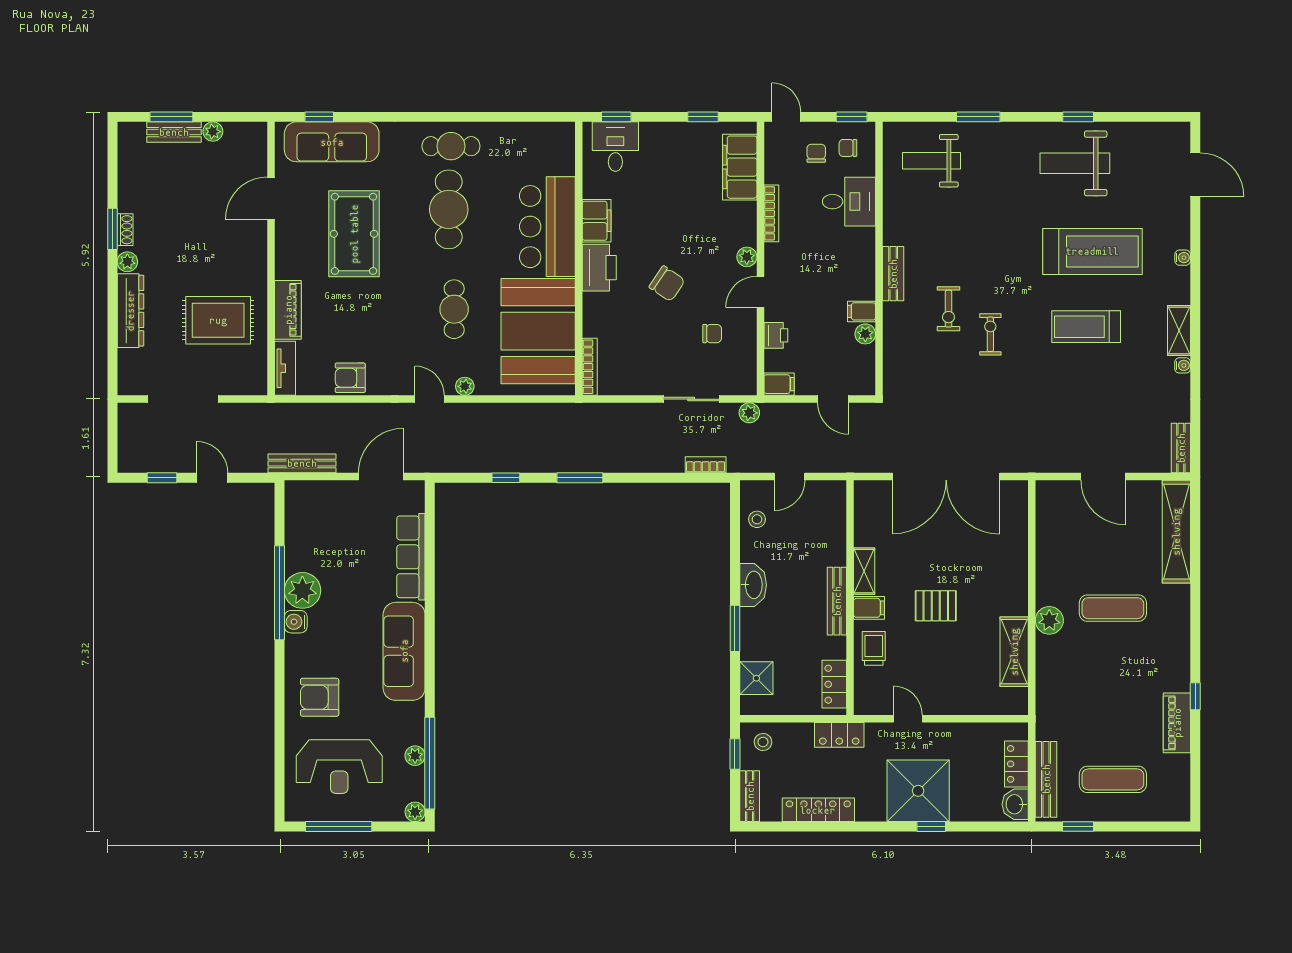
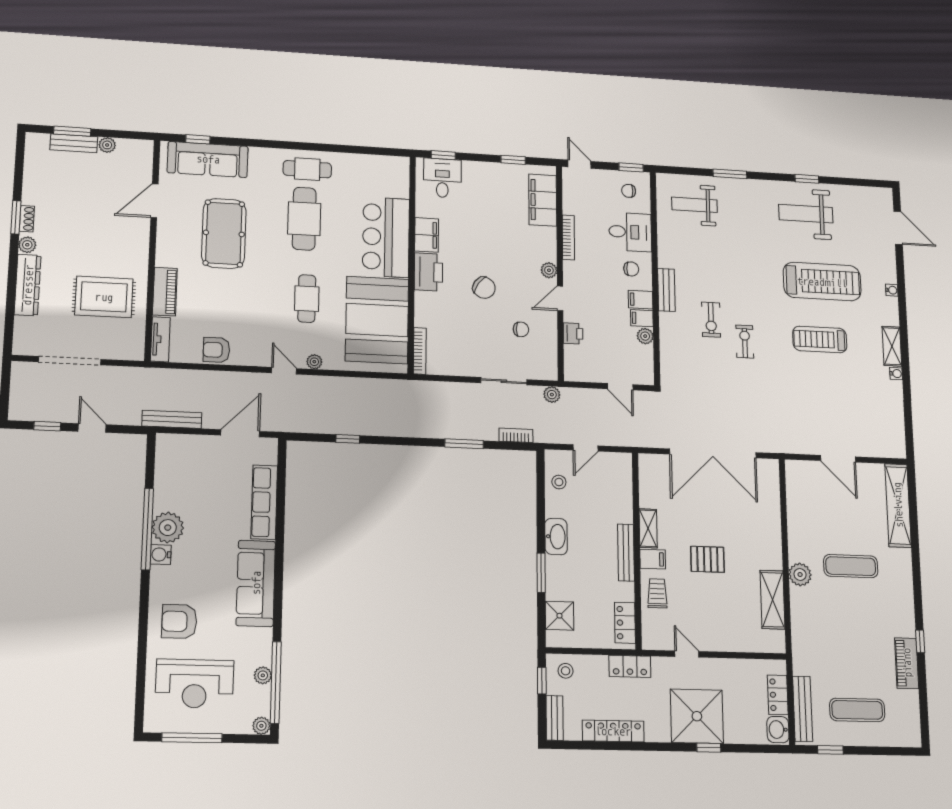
chair: (816, 153) -> (631, 269), moved, turned 90
filing cabinet: (779, 384) -> (641, 300), moved, turned 180
bench: (1181, 448) -> (898, 439), removed
window: (580, 478) -> (464, 444), moved

